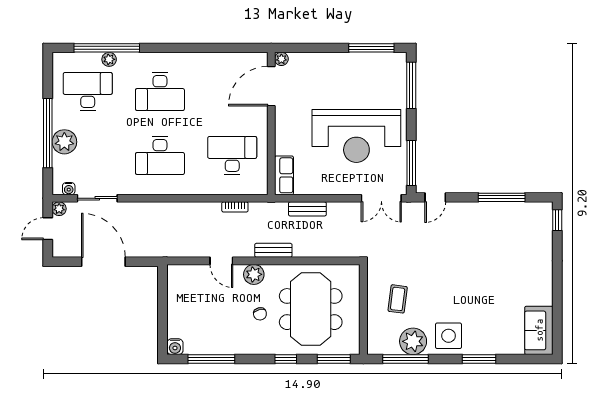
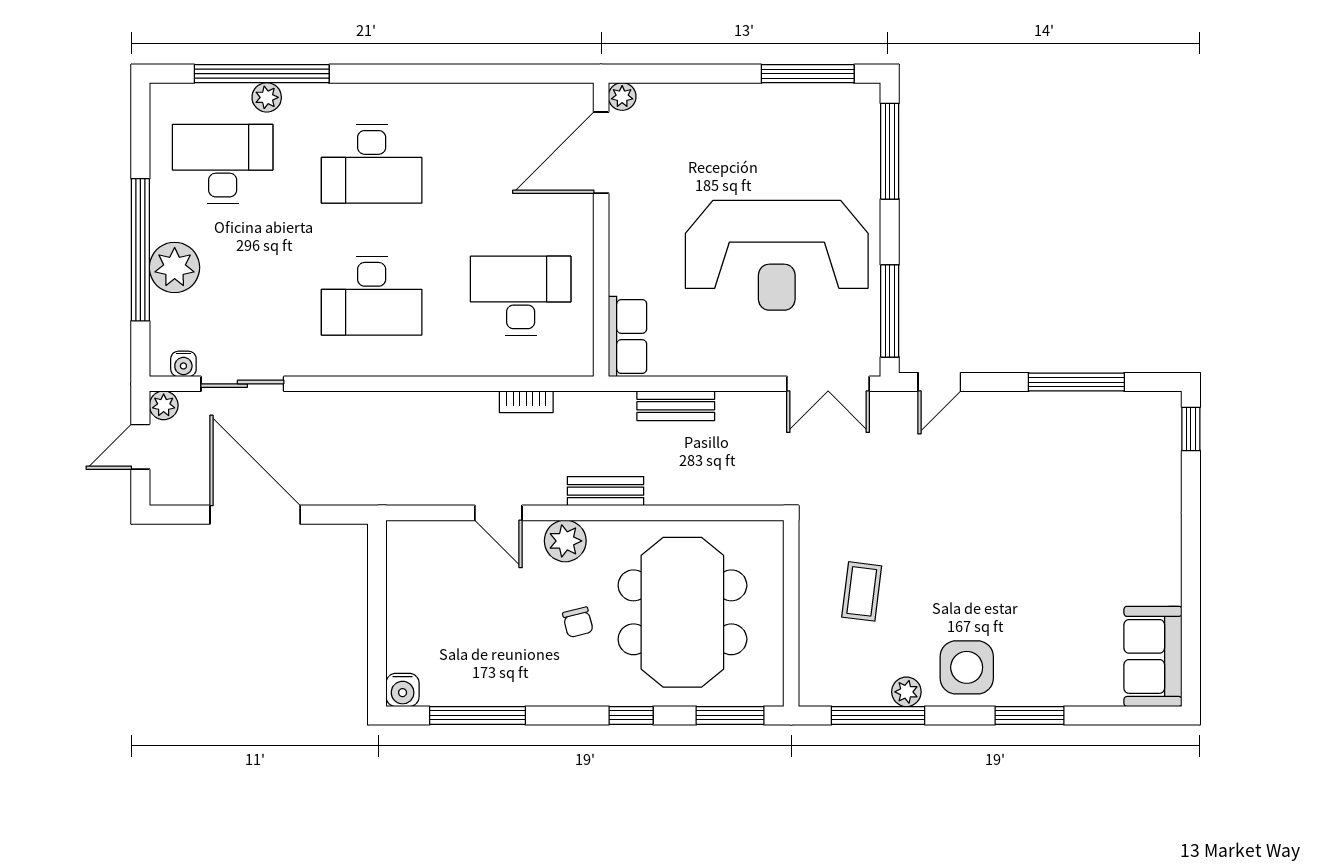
plant: (413, 341) -> (906, 692), width x0.53, depth x0.53

